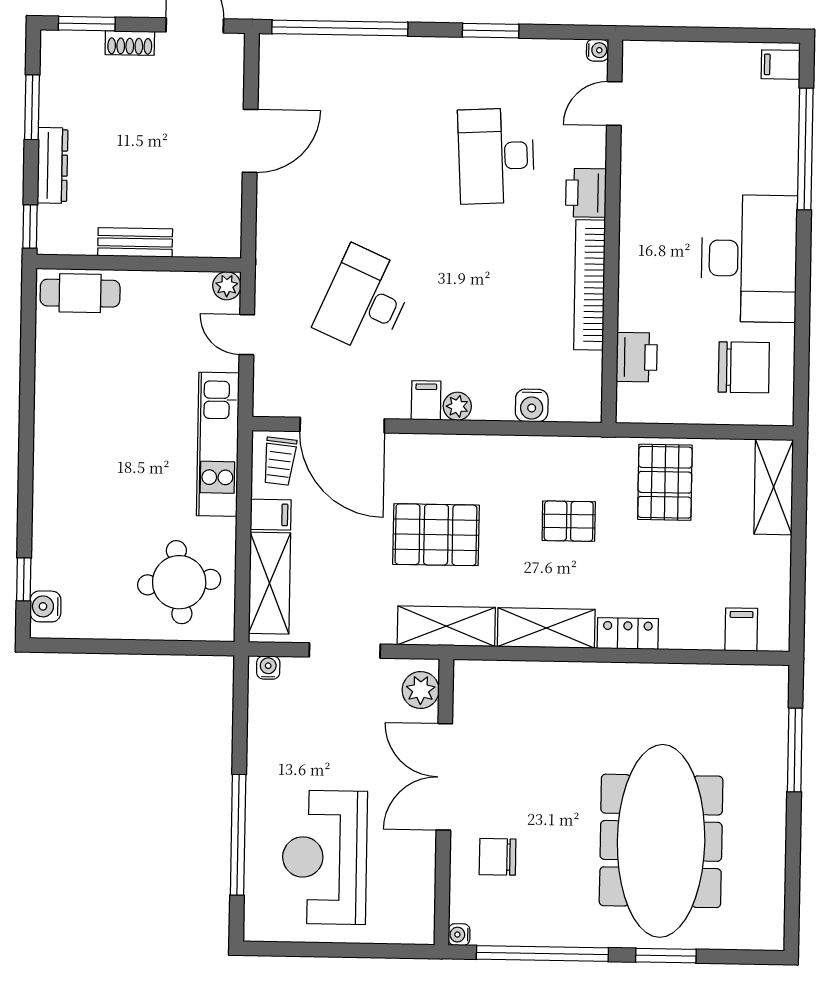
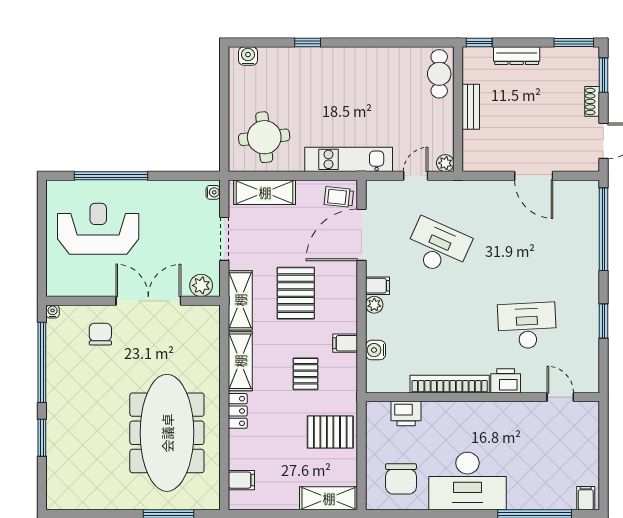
water cooler: (597, 50) -> (593, 386), removed
window: (32, 107) -> (574, 43), moved
filing cabinet: (271, 515) -> (345, 343), moved, turned 90
window: (24, 579) -> (308, 43), moved
meeting table: (661, 841) -> (167, 433), moved, turned 90

